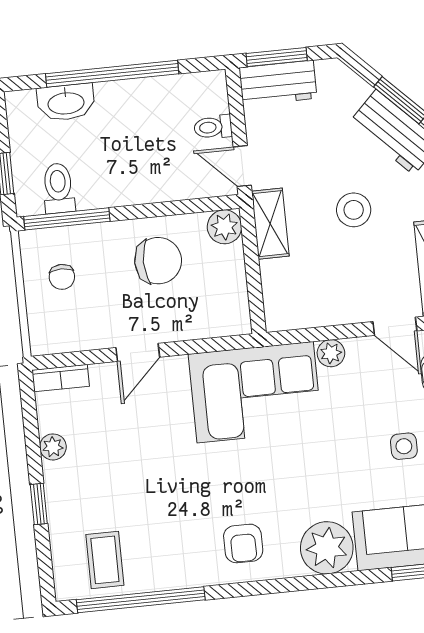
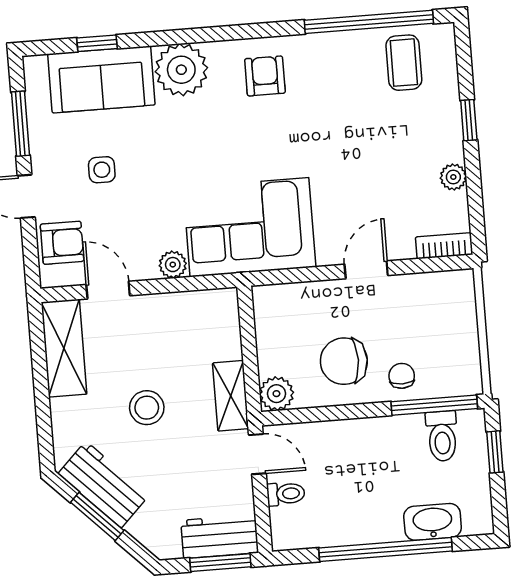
chair: (62, 277) -> (402, 376), moved

